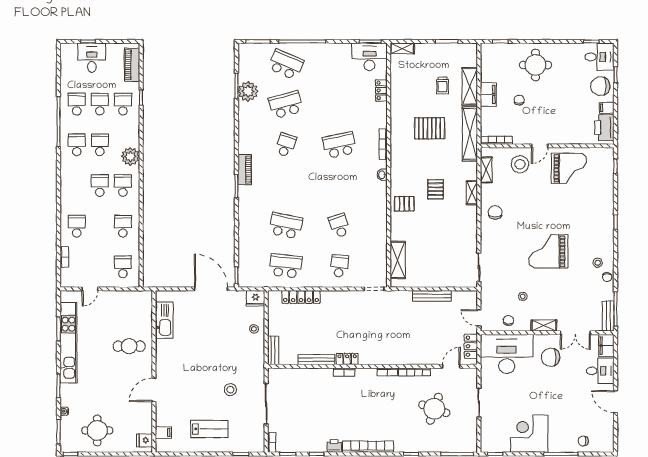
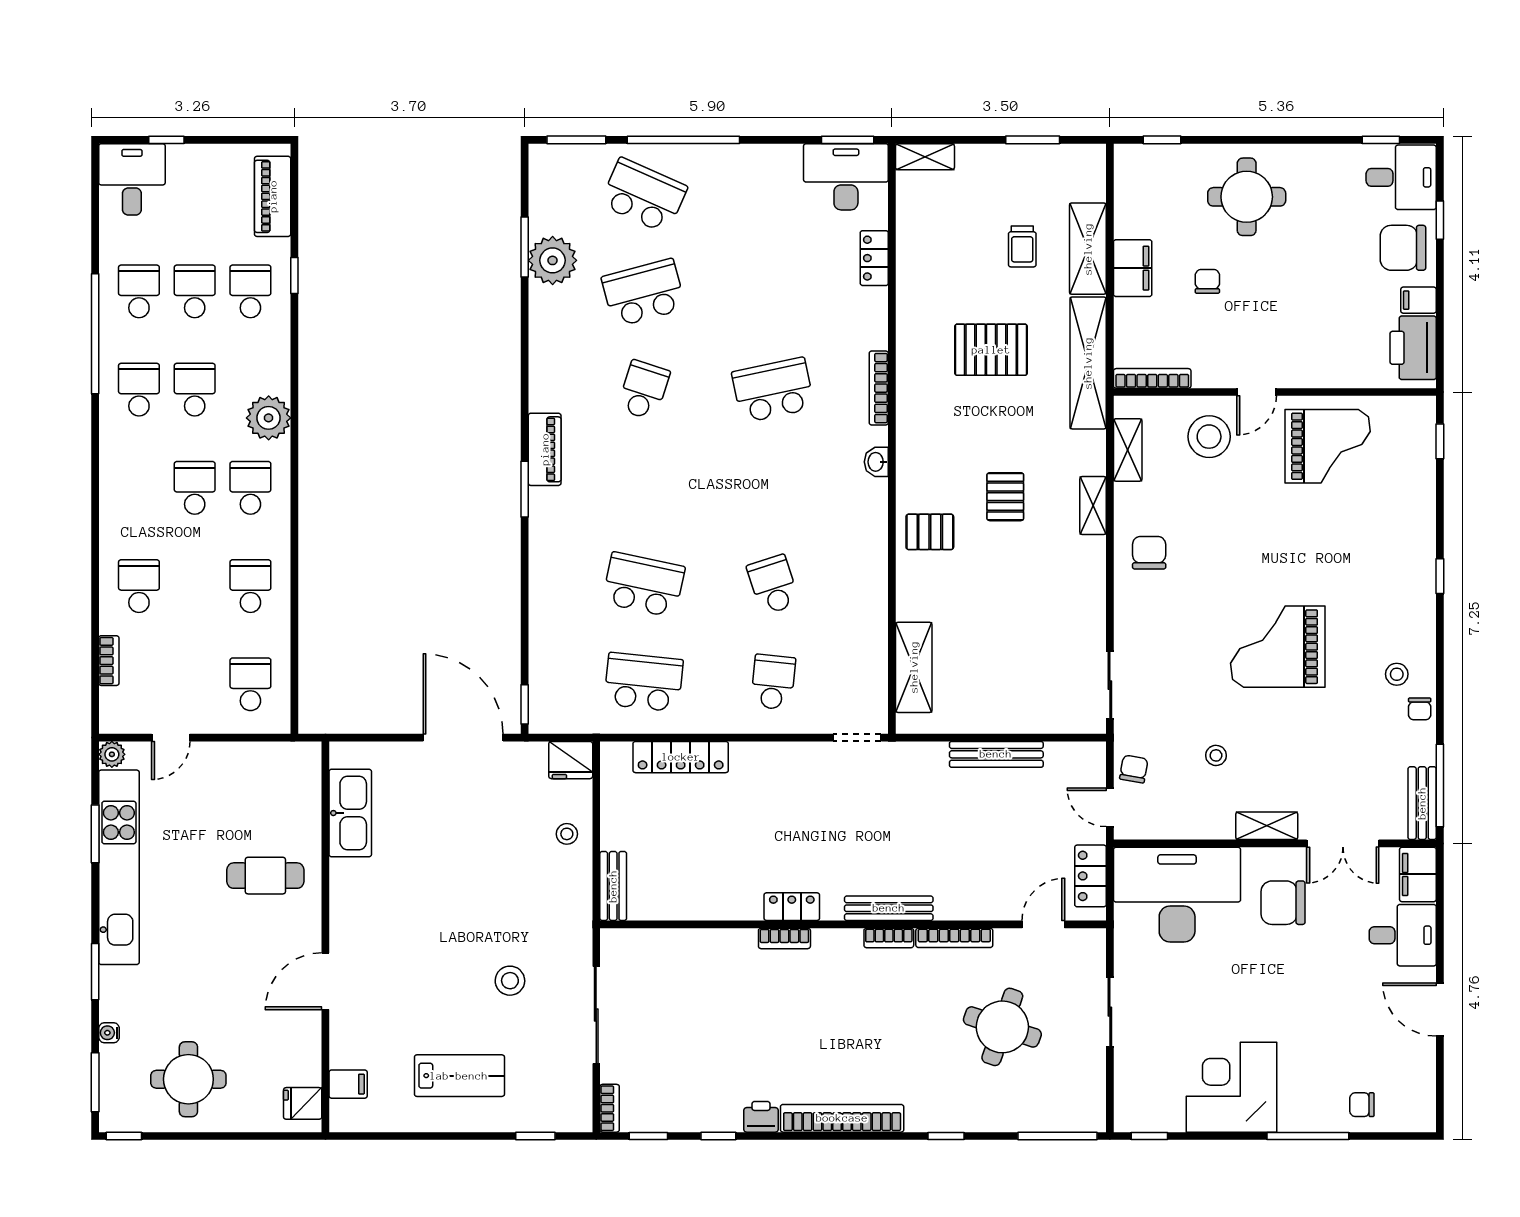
desk: (92, 58) -> (132, 179), moved
plant: (65, 296) -> (112, 754), added
chair: (508, 321) -> (1134, 769), moved
bench: (316, 360) -> (889, 908), moved

